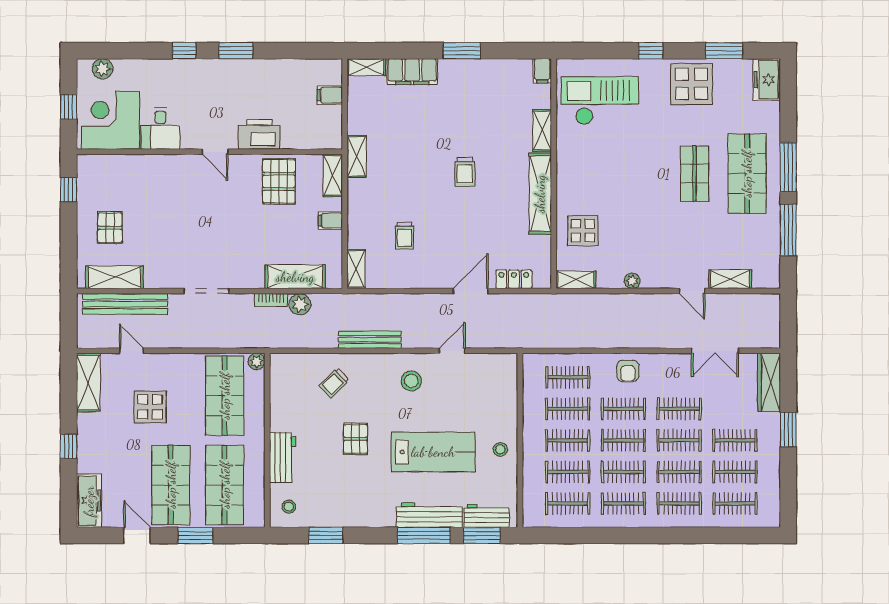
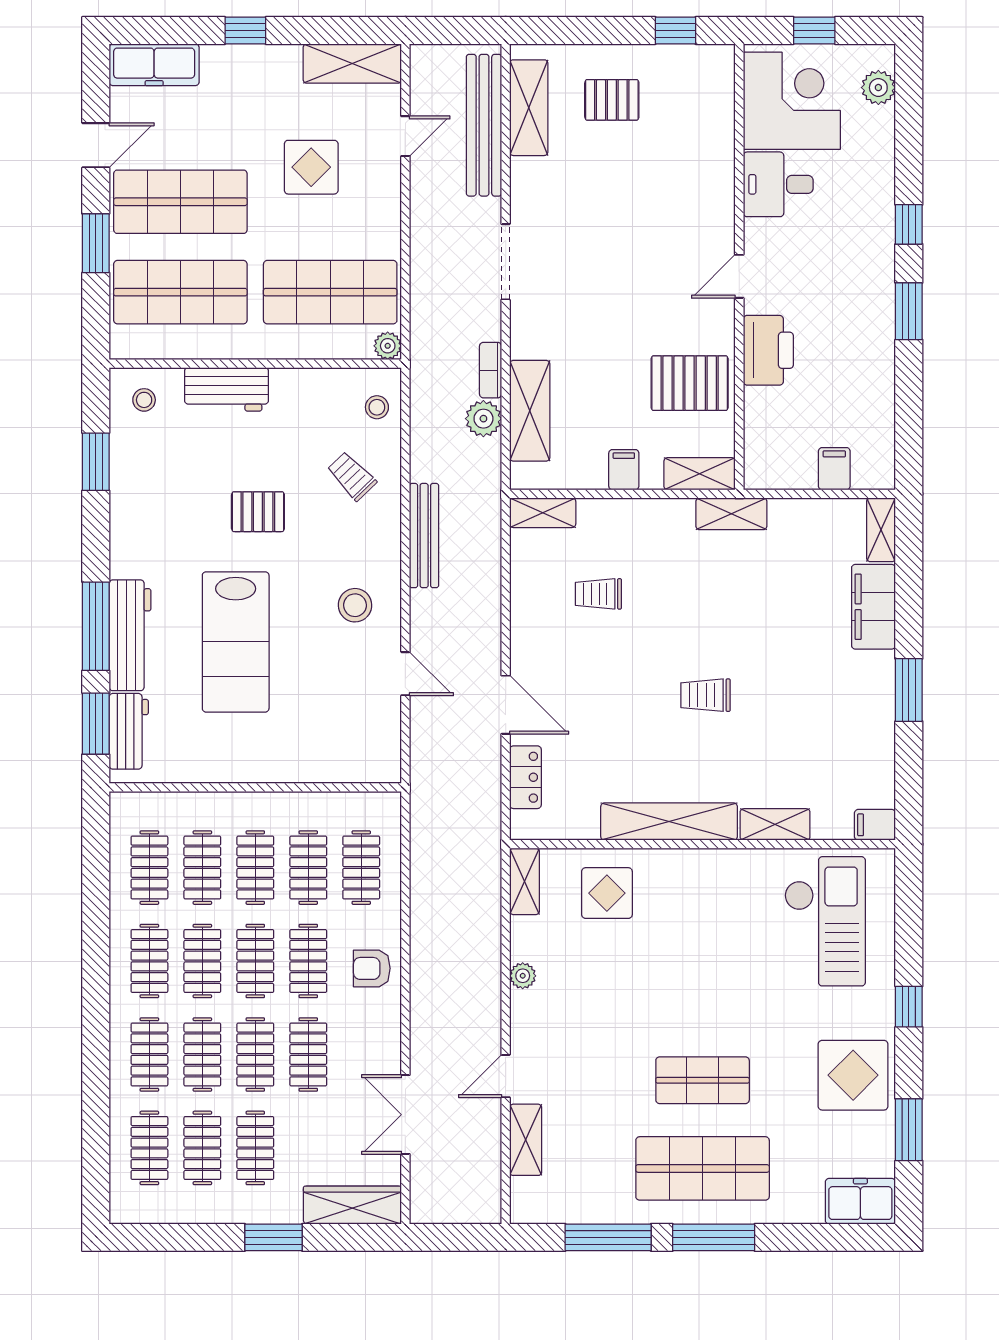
stool: (500, 449) -> (377, 407), moved

